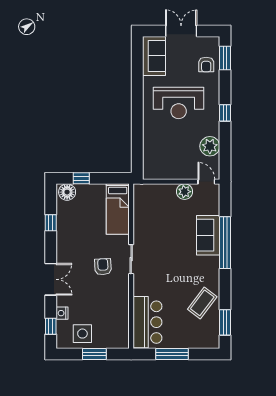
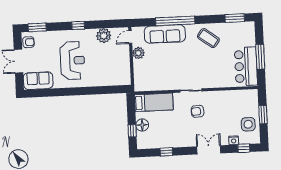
armchair: (206, 64) -> (28, 42), moved
floor lamp: (67, 192) -> (142, 125), moved
sofa: (208, 235) -> (165, 34), width x1.36
coffee table: (202, 303) -> (208, 38), moved
bar counter: (147, 322) -> (246, 66), moved, turned -90

